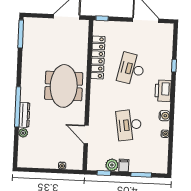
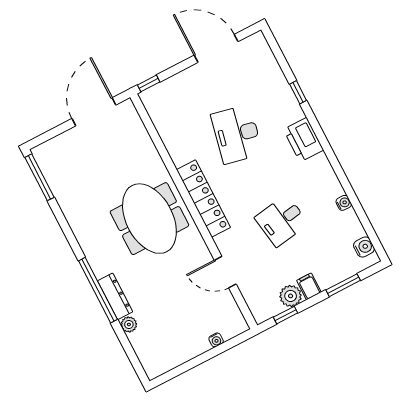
locker: (98, 58) -> (203, 198), moved
water cooler: (164, 116) -> (364, 247), moved
desk: (129, 125) -> (282, 221), width x0.73

